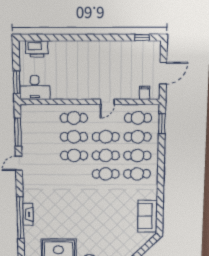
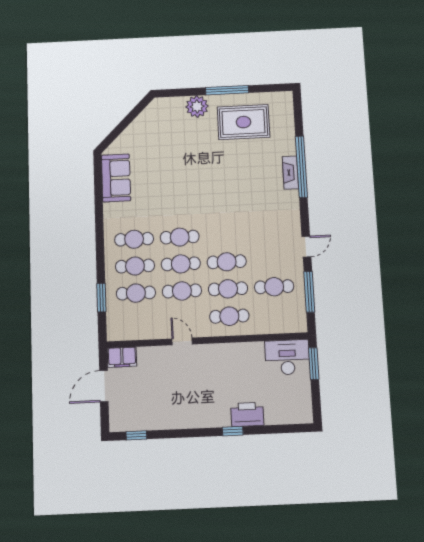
window: (75, 38) -> (233, 431), added
printer: (37, 49) -> (247, 414), moved
filing cabinet: (145, 93) -> (122, 357), width x2.00
door: (107, 102) -> (182, 341), hinge flipped
cafe table: (138, 118) -> (274, 287), moved
window: (162, 124) -> (101, 298), moved

